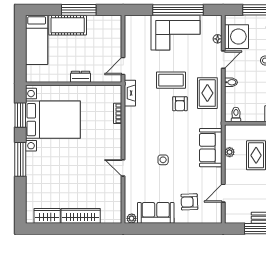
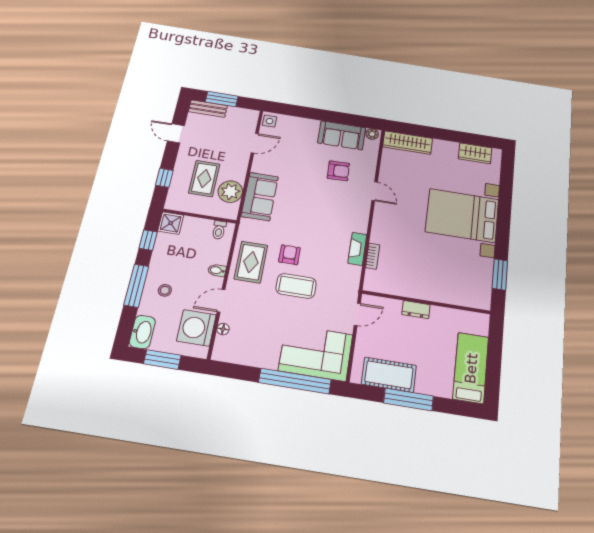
window: (178, 10) -> (295, 381), moved
cot: (68, 25) -> (389, 375), moved
corner sofa: (175, 33) -> (316, 353), moved
fireplace: (130, 93) -> (357, 249), moved
bed with nightstands: (53, 120) -> (462, 216), moved
plant: (230, 152) -> (230, 192), width x1.88, depth x1.88
window: (20, 159) -> (503, 222), removed
side table: (163, 160) -> (270, 121), moved
armchair: (189, 202) -> (338, 171), moved
wardrobe: (81, 216) -> (408, 143), moved

